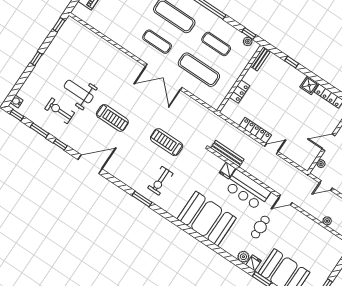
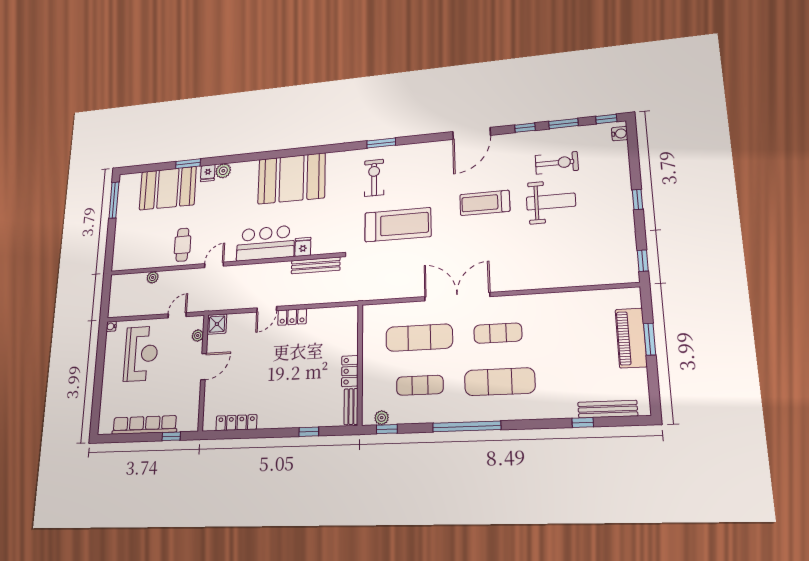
shower: (309, 85) -> (217, 324), moved
locker: (239, 92) -> (350, 371), moved
locker: (255, 130) -> (292, 317), width x0.66
treadmill: (167, 142) -> (398, 225), width x1.37, depth x1.38
cafe table: (260, 227) -> (182, 245), moved

